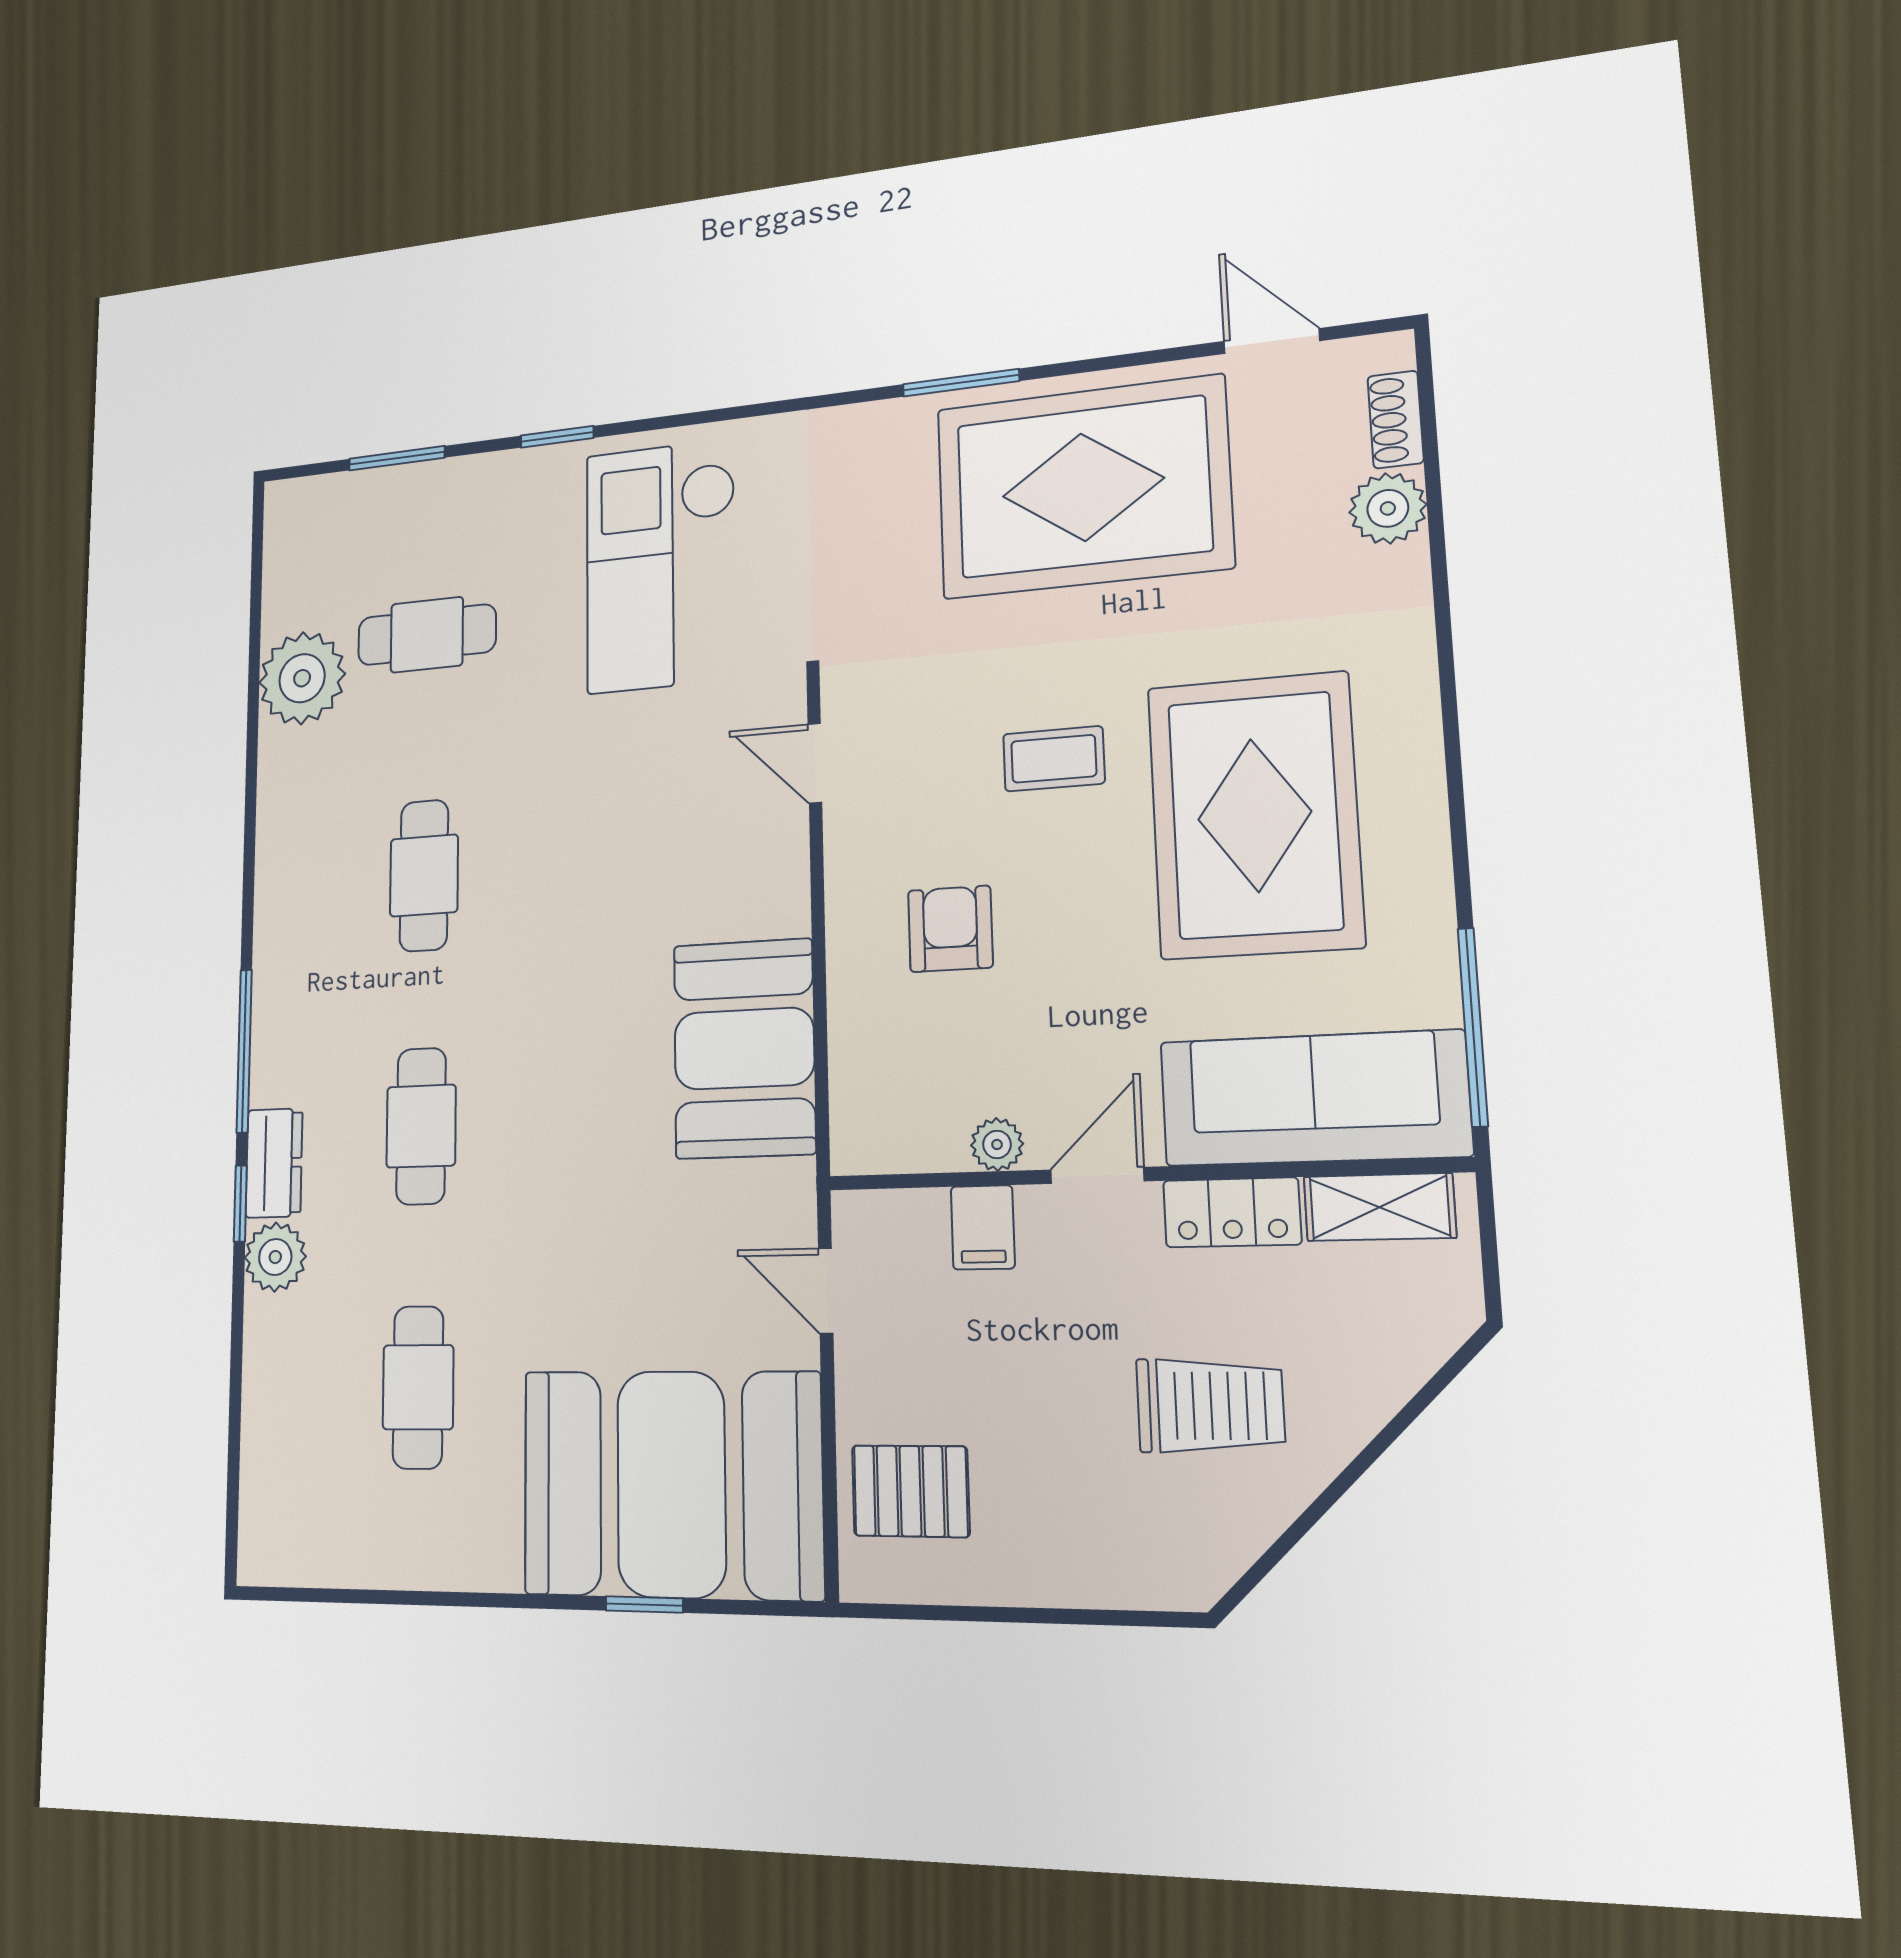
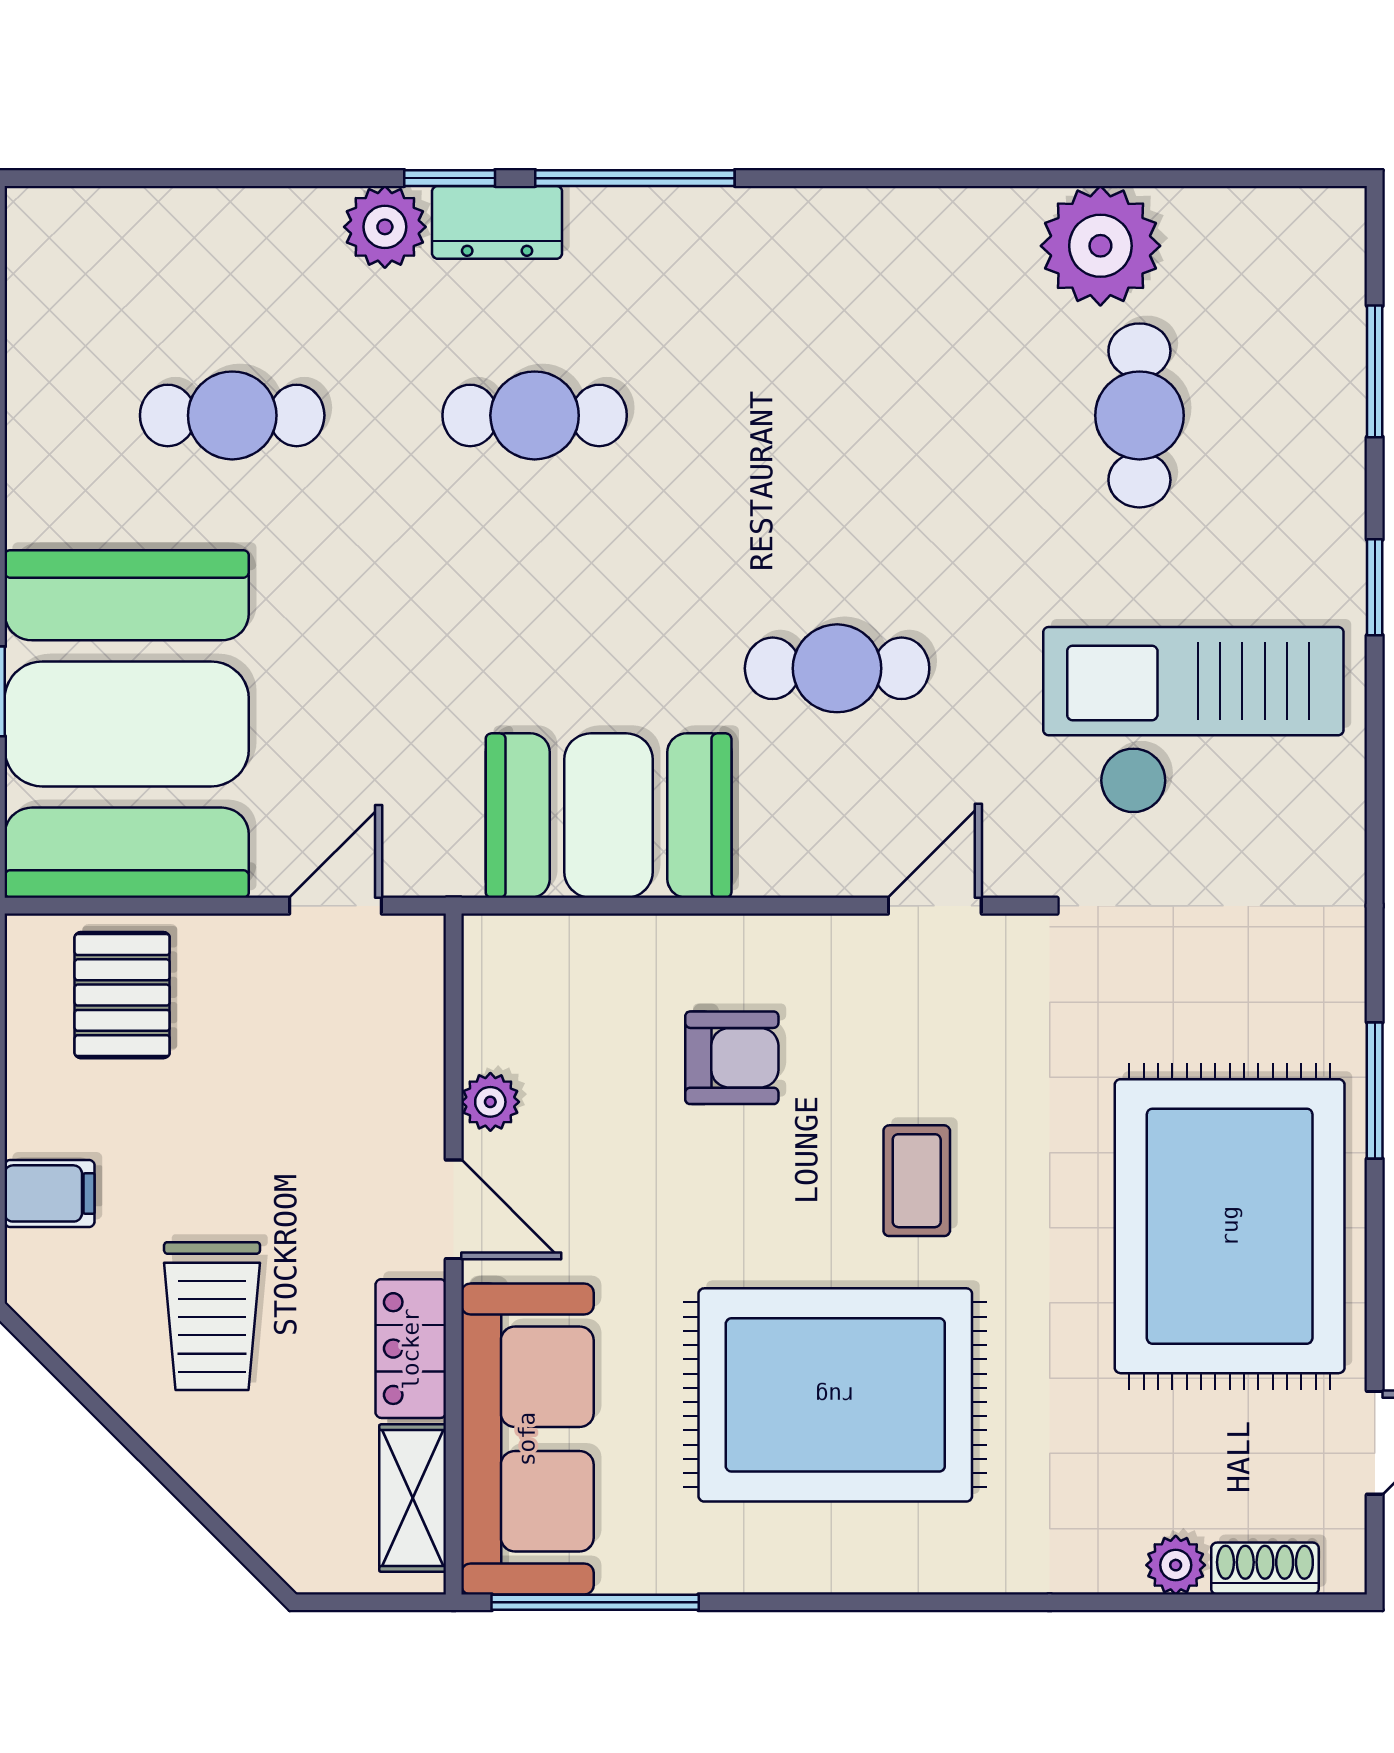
plant: (1388, 508) -> (1176, 1565), width x0.73, depth x0.73
cafe table: (424, 875) -> (837, 668), moved
filing cabinet: (983, 1227) -> (50, 1193), moved, turned 180

